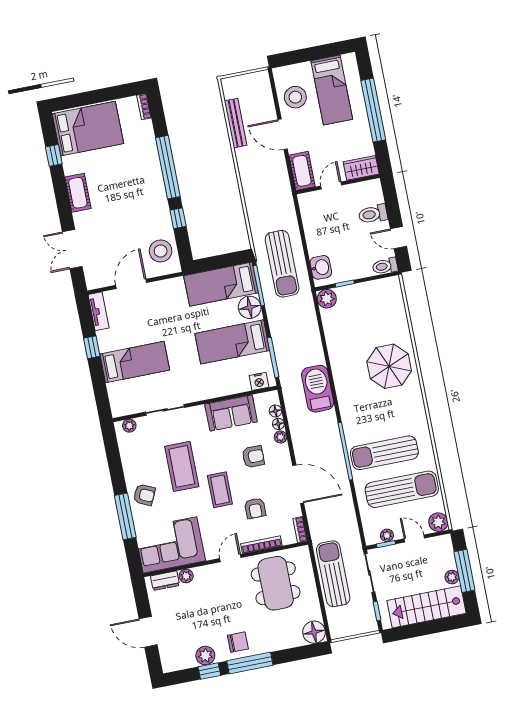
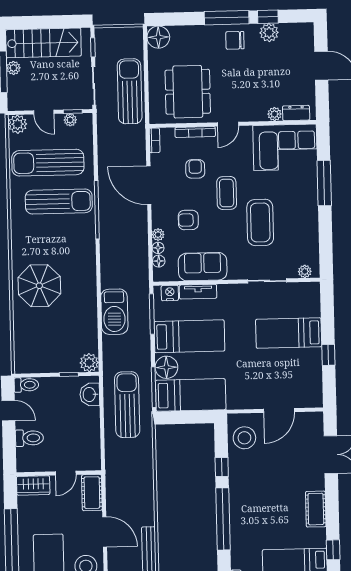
tv unit: (99, 311) -> (198, 292), moved, turned -90
barbecue: (318, 389) -> (114, 312), moved
armchair: (144, 495) -> (302, 201), removed
sun lounger: (333, 574) -> (130, 91), turned 180

